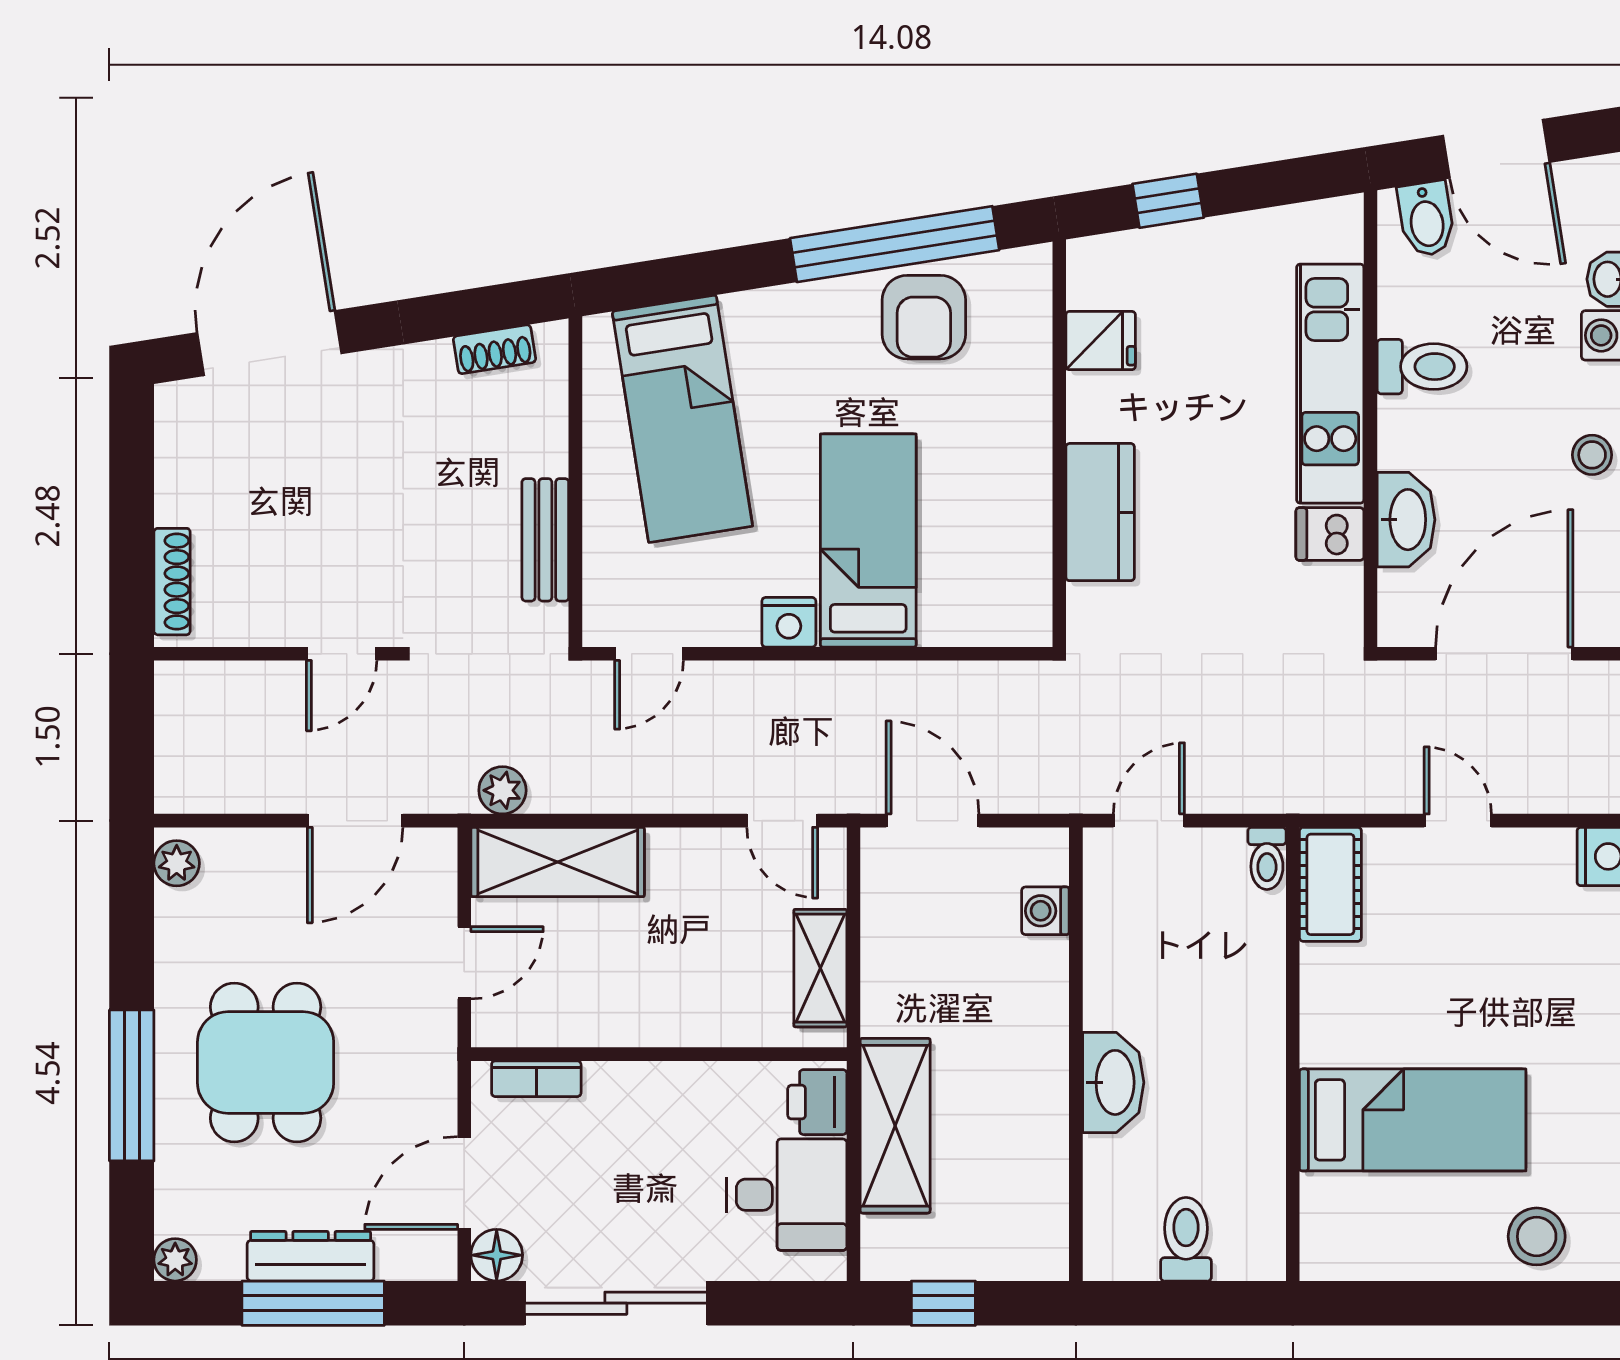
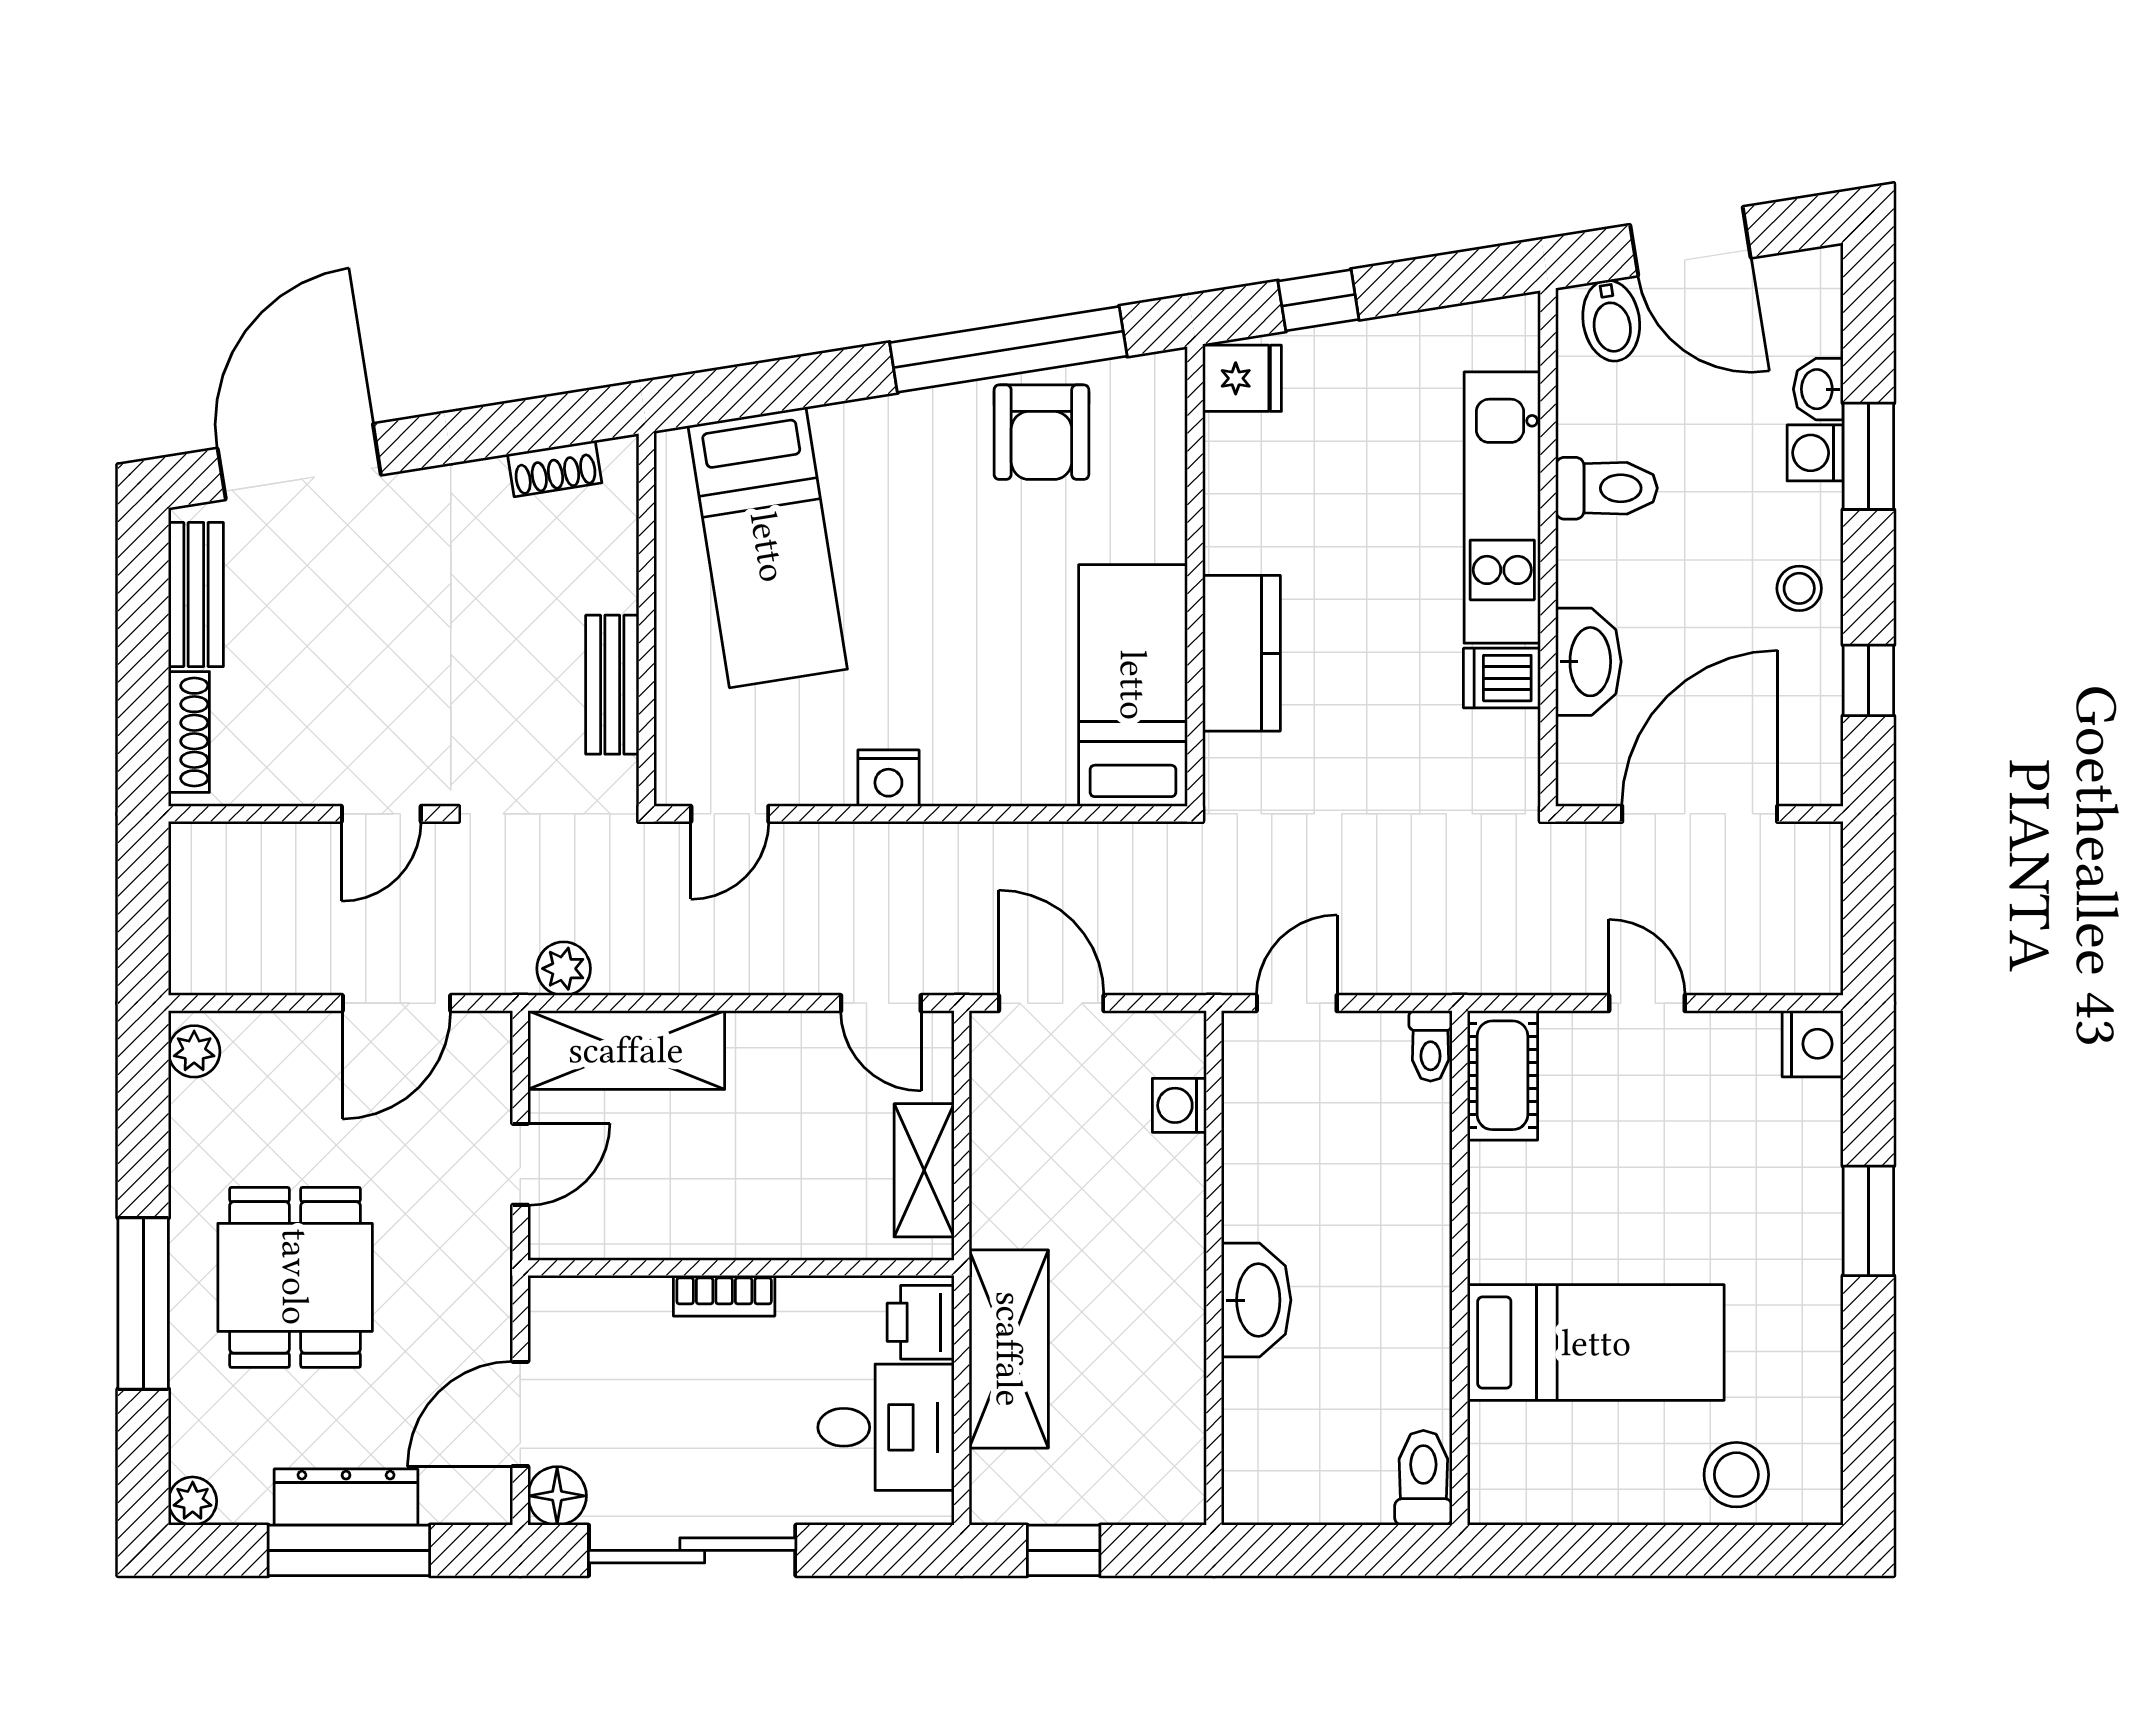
fridge: (1101, 341) -> (1242, 378), moved
bench: (178, 460) -> (196, 594), added
bed: (868, 541) -> (1133, 685), moved
bookcase: (536, 1079) -> (724, 1296), moved
toilet: (1186, 1239) -> (1423, 1478), moved

